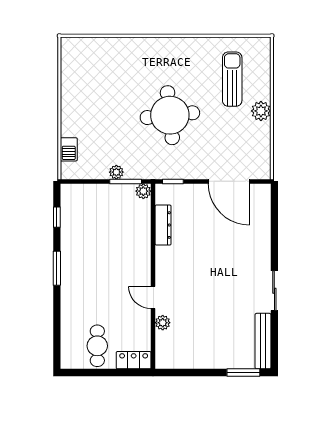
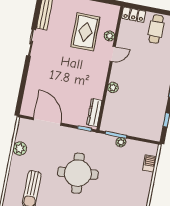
plant: (261, 111) -> (20, 149), moved
plant: (143, 191) -> (113, 88), moved
dresser: (163, 225) -> (94, 113), moved
door: (153, 298) -> (113, 54), hinge flipped
rug: (199, 322) -> (85, 32), added

